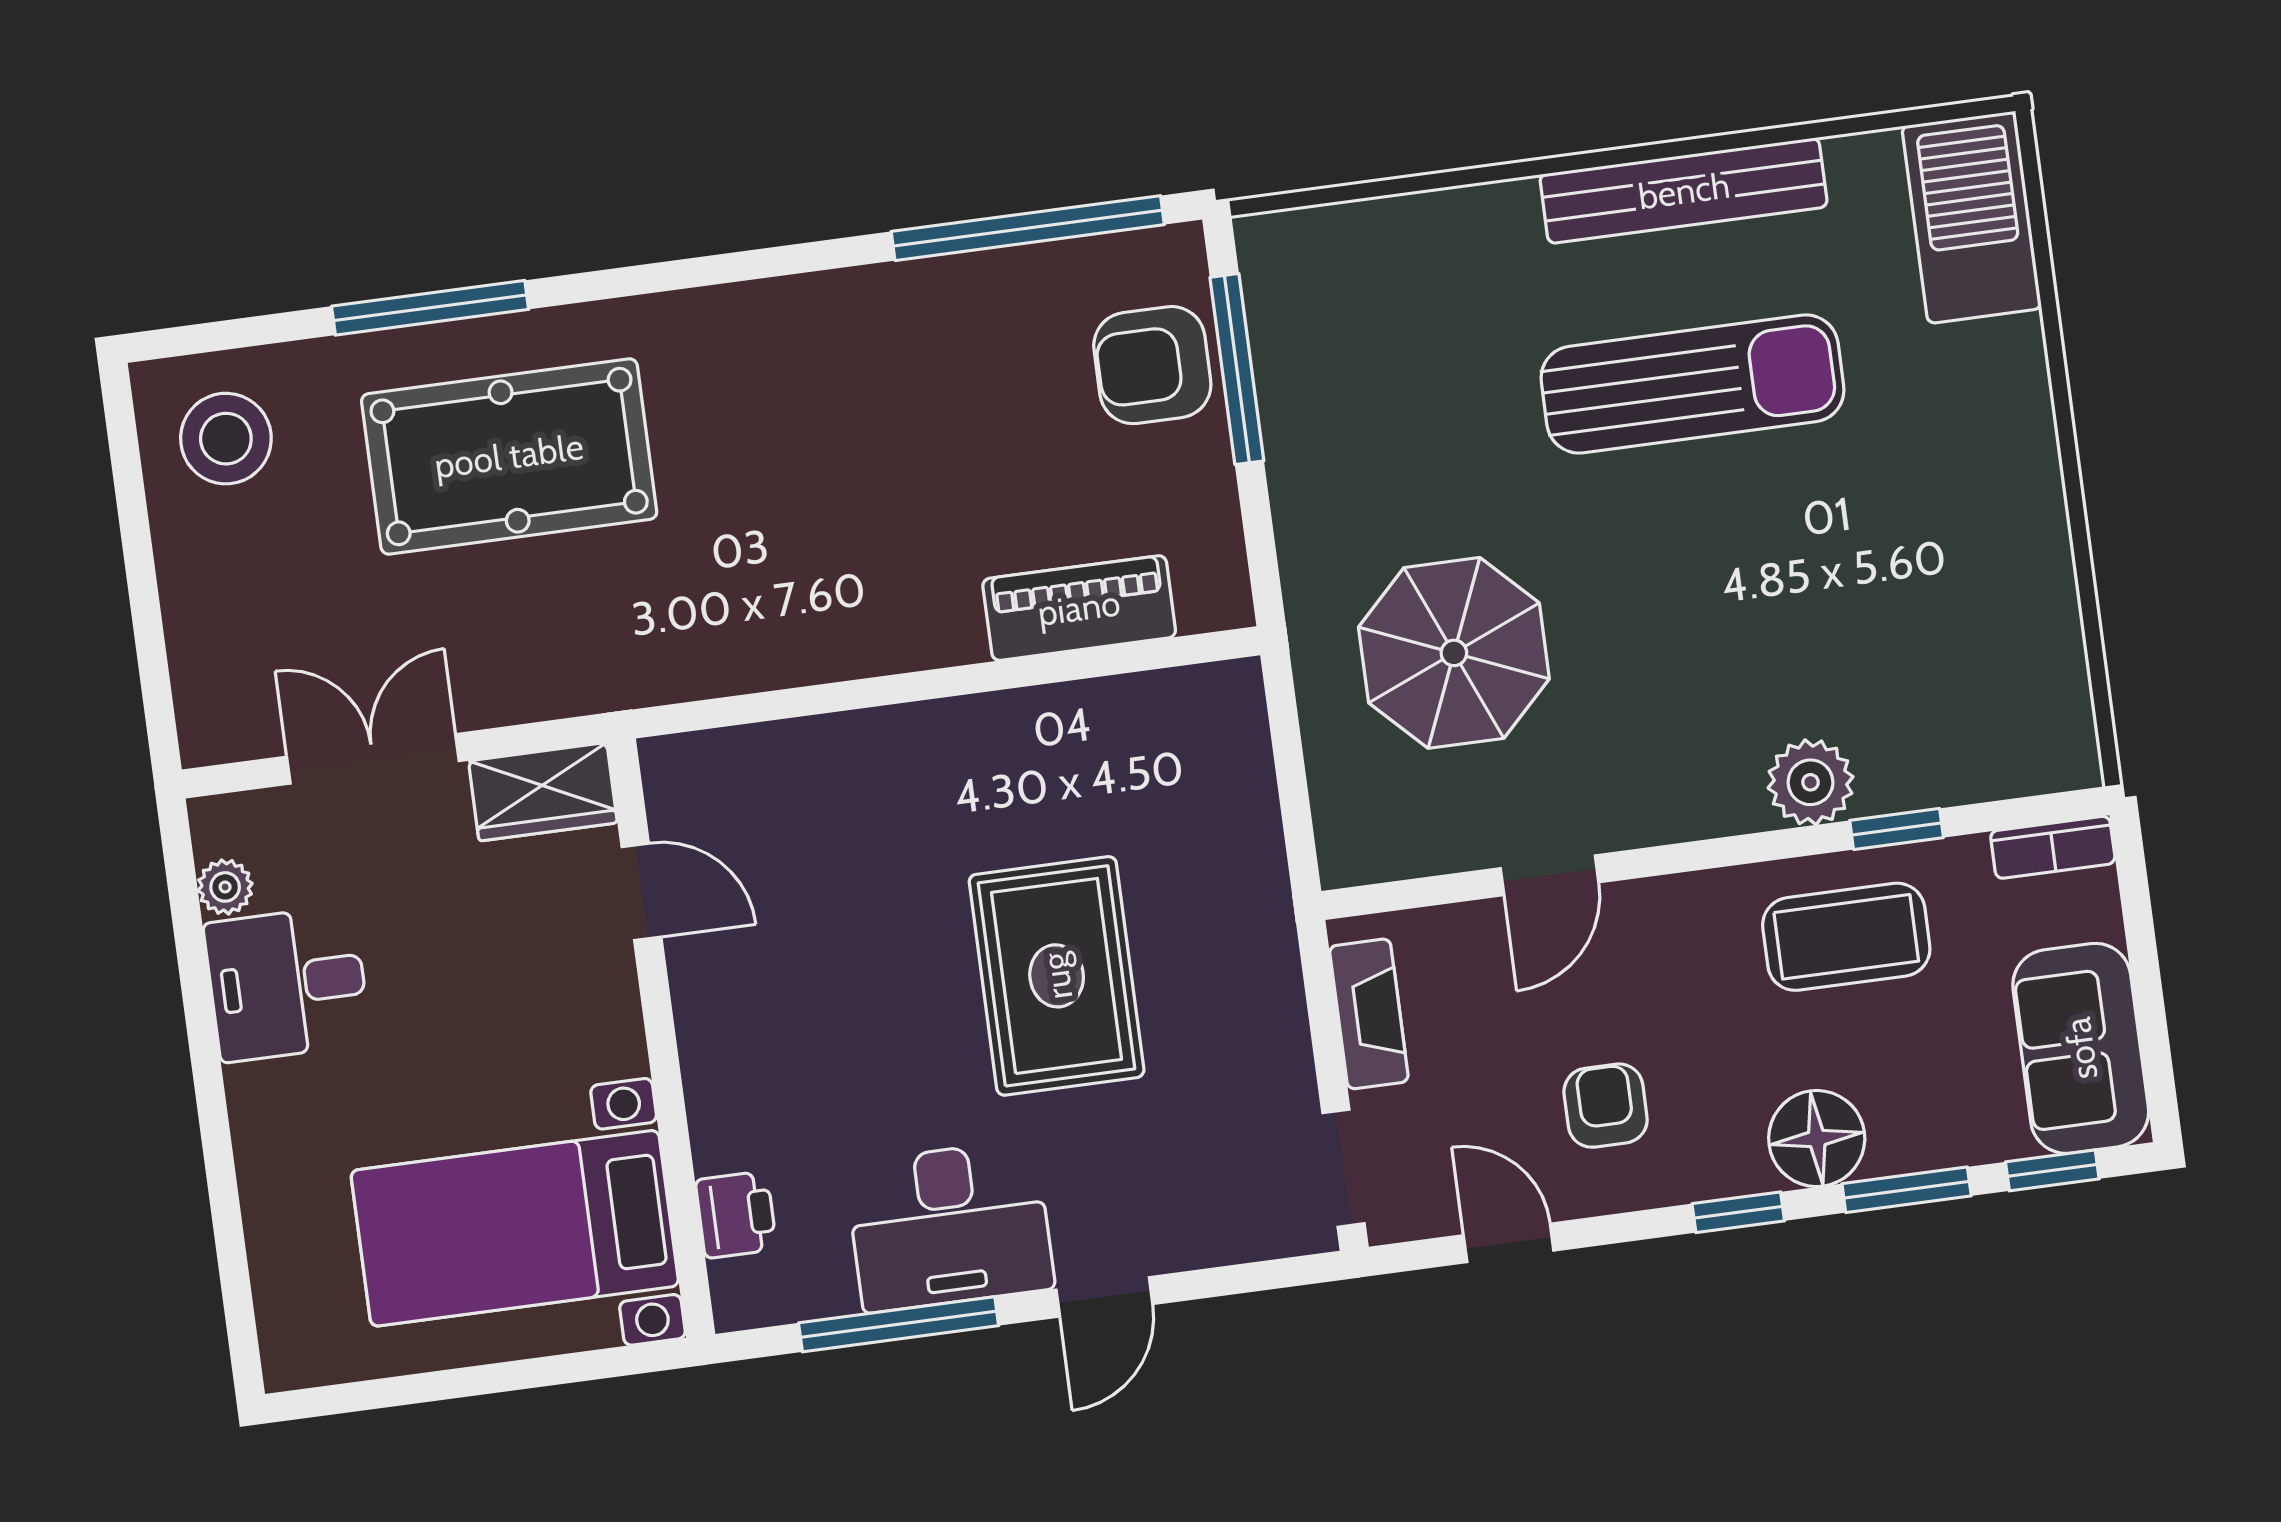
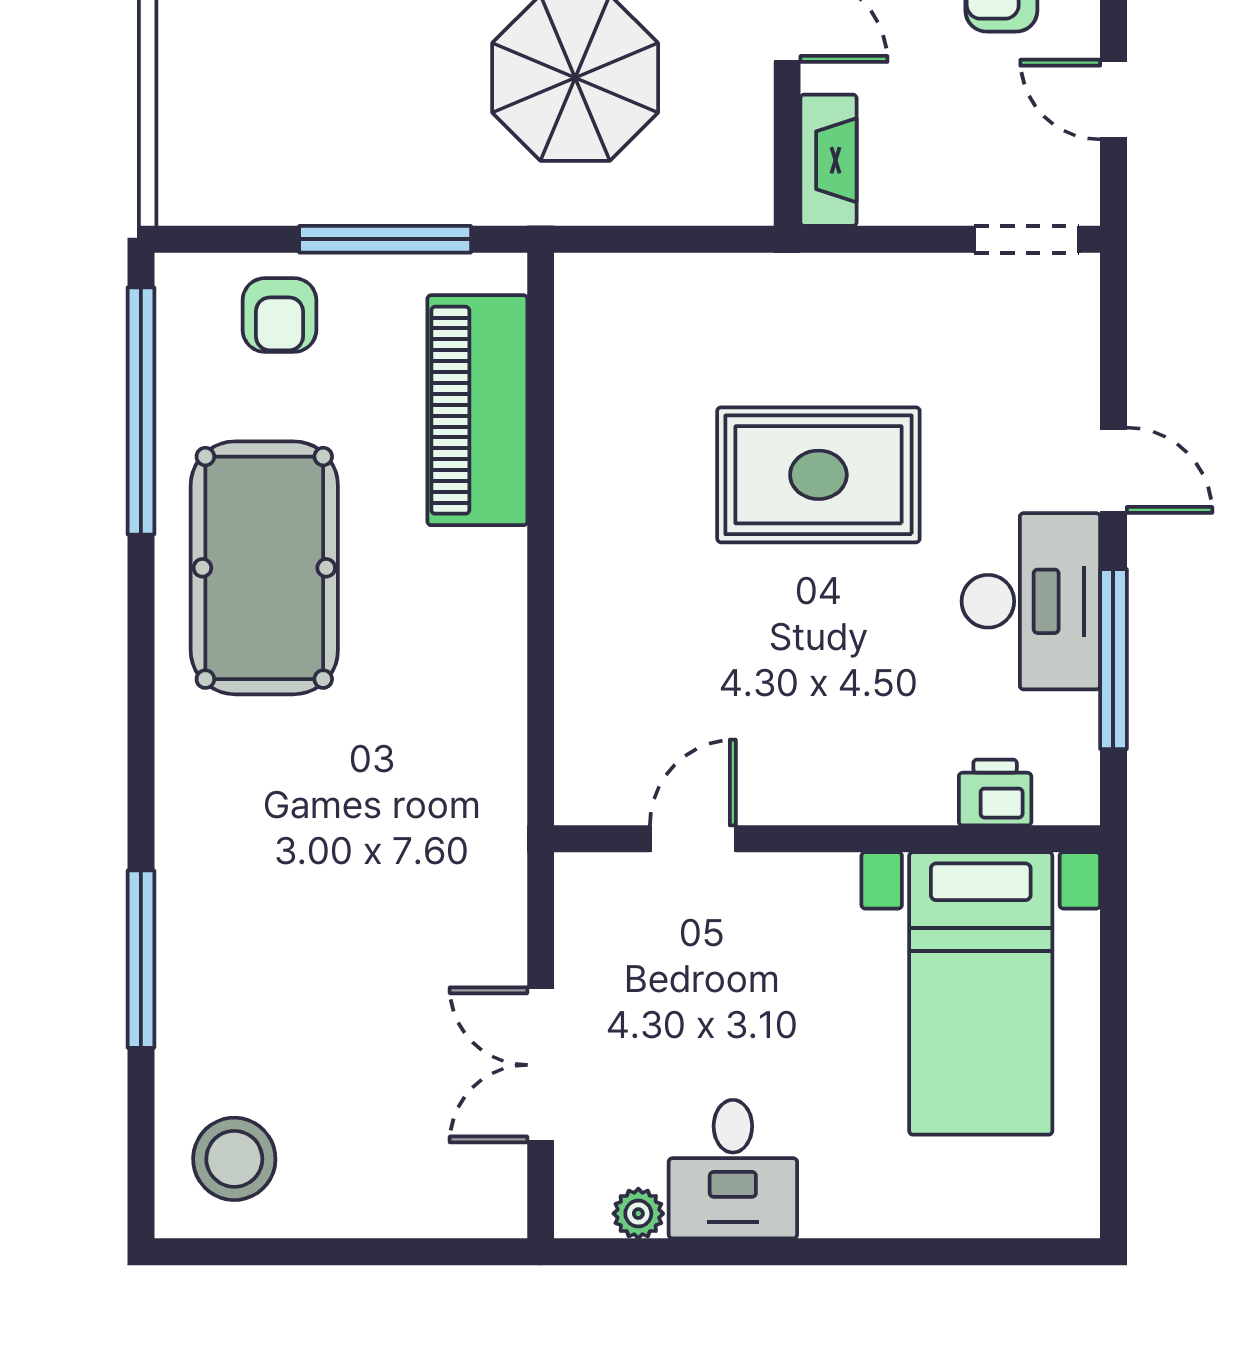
armchair: (1152, 365) -> (279, 315), width x0.72, depth x0.72
window: (1237, 369) -> (385, 239), moved
pool table: (509, 456) -> (264, 568), moved
piano: (1079, 608) -> (477, 410), width x1.37, depth x1.33
wardrobe: (543, 792) -> (591, 916), removed
fireplace: (1369, 1014) -> (828, 160), moved, turned 90
door: (1509, 1243) -> (1113, 100), hinge flipped

